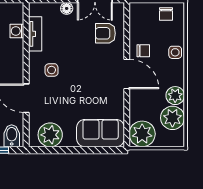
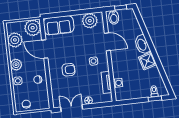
armchair: (105, 33) -> (68, 70), moved
door: (127, 74) -> (45, 49), moved
plant: (175, 96) -> (16, 65), moved

